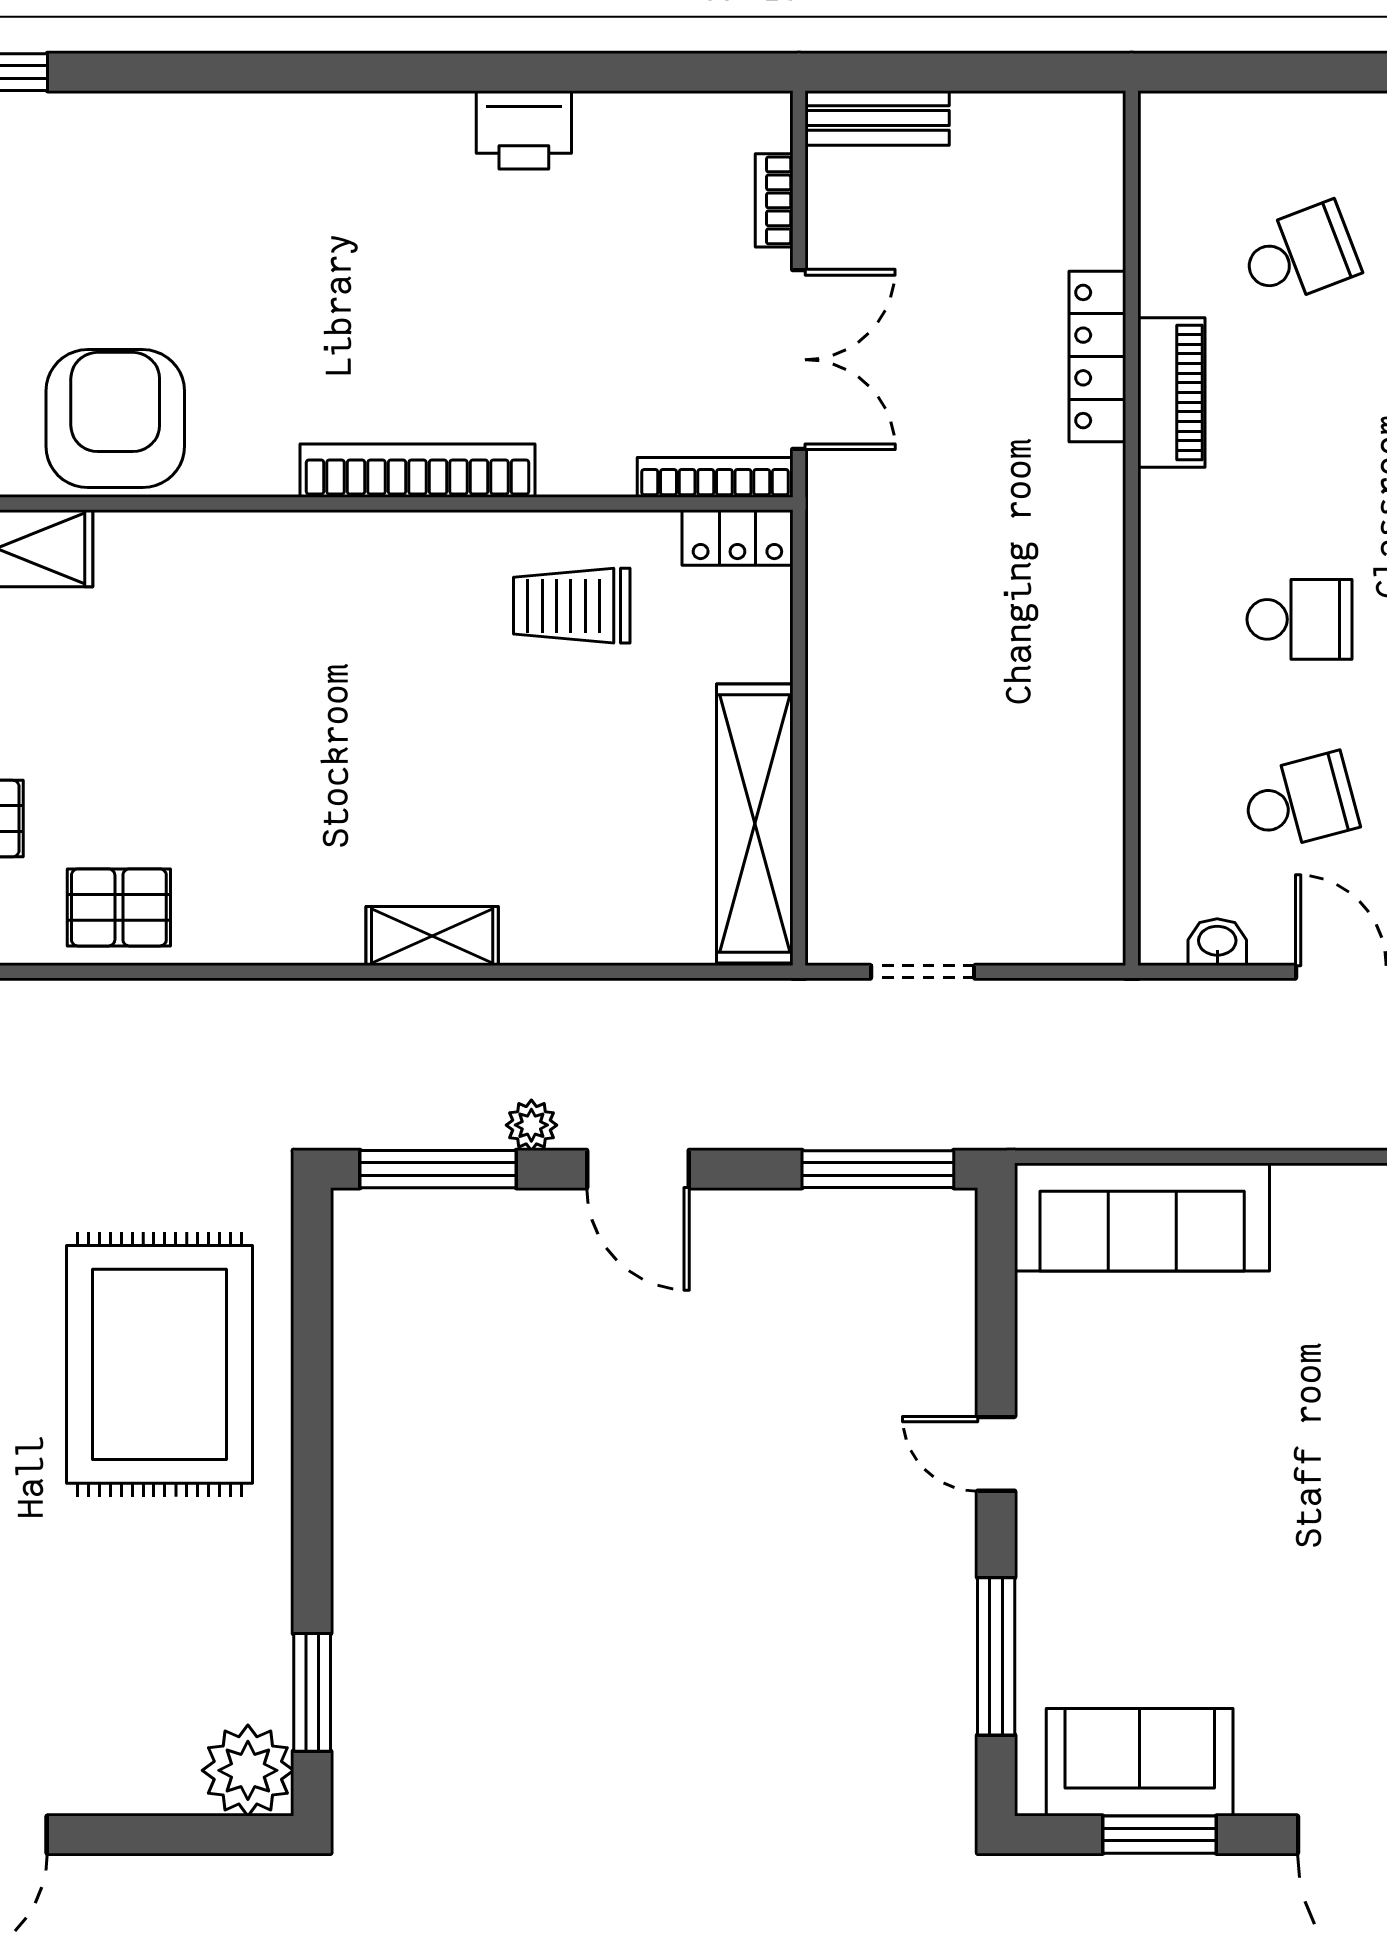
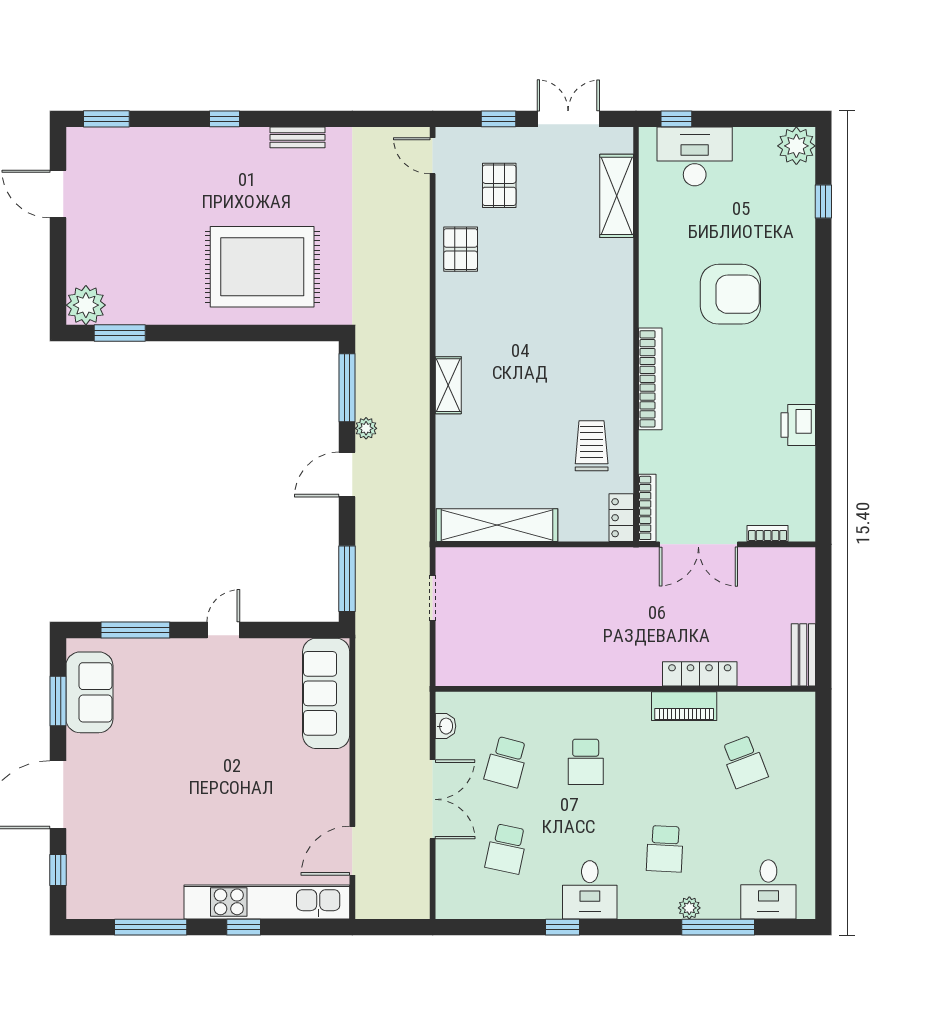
bench: (877, 118) -> (803, 655), moved
armchair: (115, 419) -> (730, 294), moved
school desk: (1300, 802) -> (506, 762), turned 30

